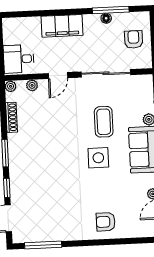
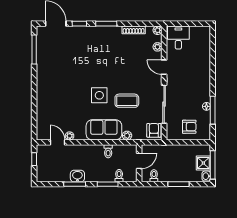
filing cabinet: (62, 26) -> (202, 72), removed
armchair: (106, 222) -> (154, 130), moved

